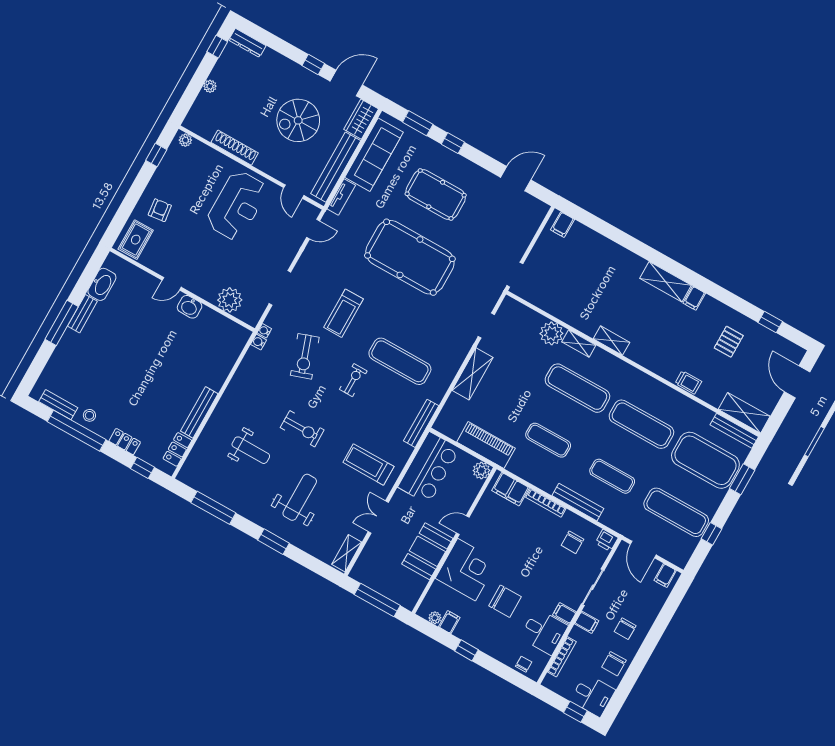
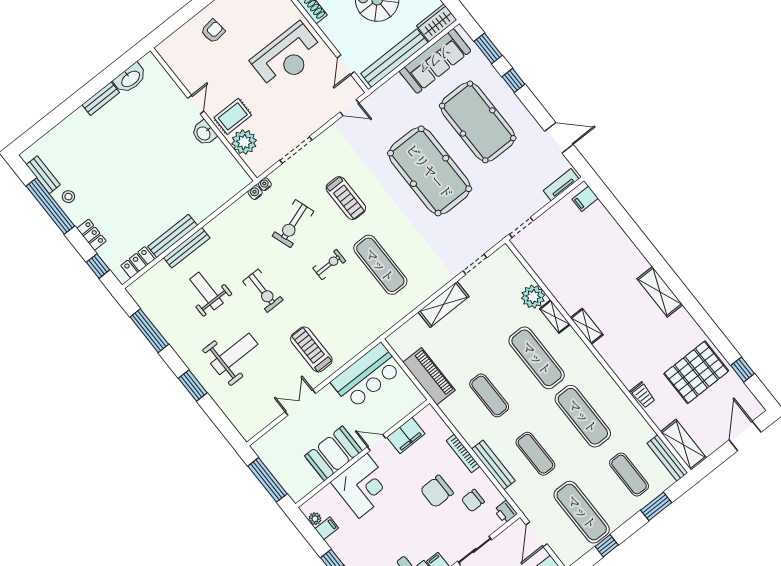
pool table: (436, 194) -> (478, 122), width x1.36, depth x1.32
tv unit: (341, 197) -> (561, 185), moved, turned 180
rug: (136, 240) -> (233, 116), moved
door: (172, 284) -> (196, 105), swing flipped
filing cabinet: (694, 298) -> (681, 318), removed
treadmill: (344, 313) -> (346, 198), turned -90
window: (62, 323) -> (78, 99), removed
pallet: (729, 342) -> (696, 372), width x2.05, depth x2.00
bench: (421, 423) -> (187, 248), moved
weight bench: (251, 450) -> (206, 291), turned 180
exercise mat: (705, 460) -> (629, 475), width x0.50, depth x0.69
plant: (481, 470) -> (415, 398), removed
filing cabinet: (511, 489) -> (406, 435), moved, turned -90
shelving: (347, 553) -> (257, 424), removed
chair: (505, 601) -> (437, 491), moved, turned 90

